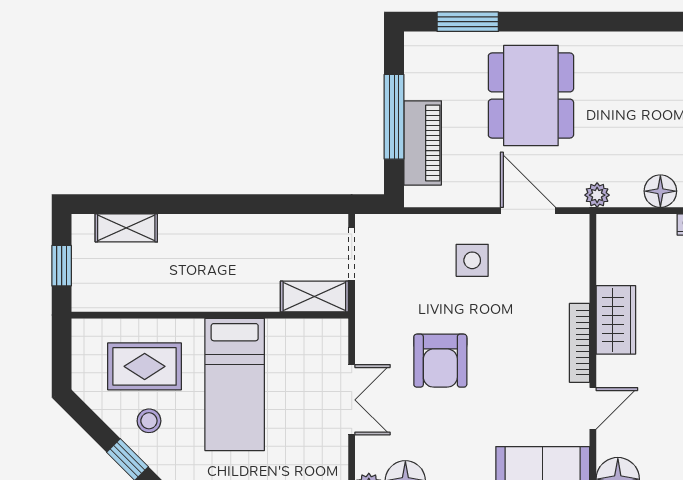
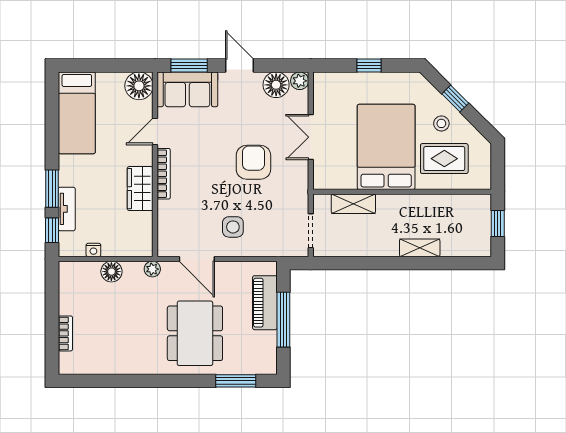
shelving: (126, 228) -> (420, 248), moved
shelving: (314, 296) -> (353, 204), moved
bed: (235, 384) -> (386, 147), width x1.50

